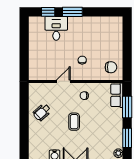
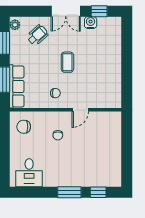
desk: (56, 28) -> (29, 173), moved
row of seats: (117, 95) -> (17, 86), width x1.48
wheelchair: (42, 112) -> (37, 35), moved

